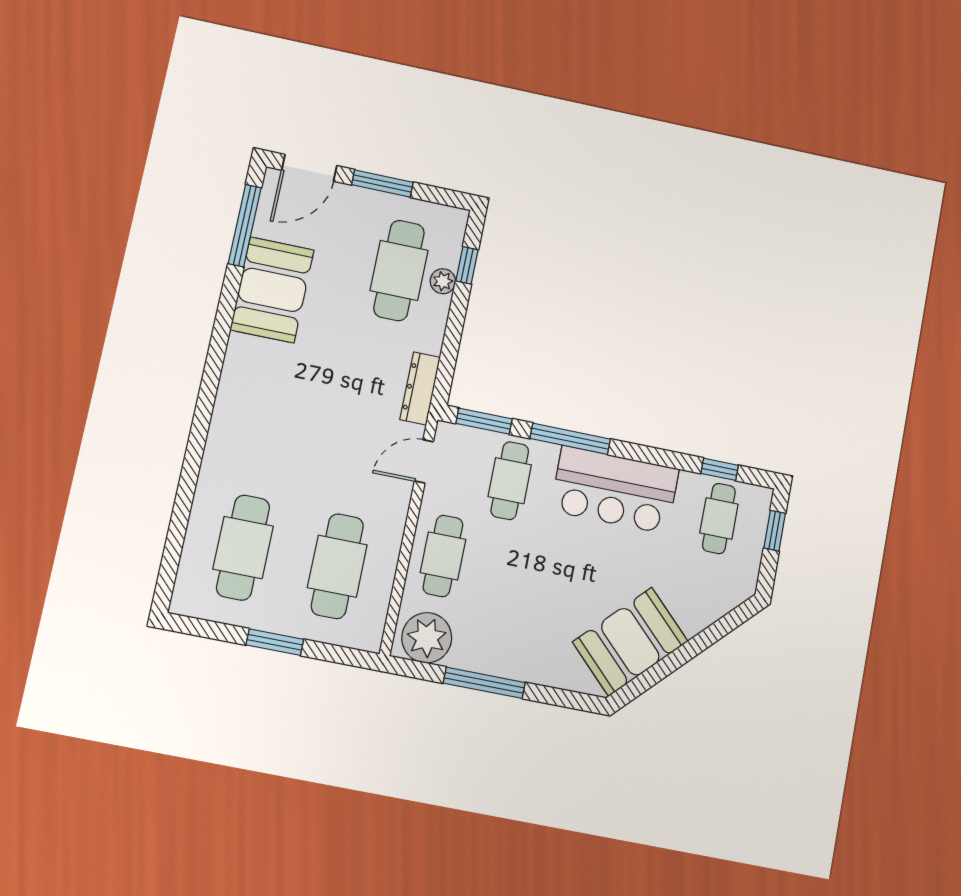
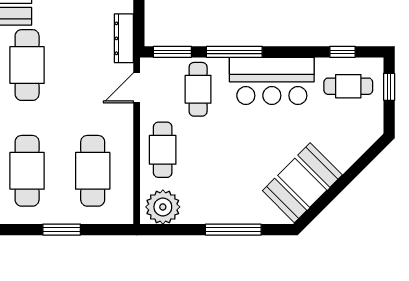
cafe table: (275, 398) -> (27, 65), added
cafe table: (719, 519) -> (348, 86), turned 90
window: (484, 683) -> (233, 230), moved

